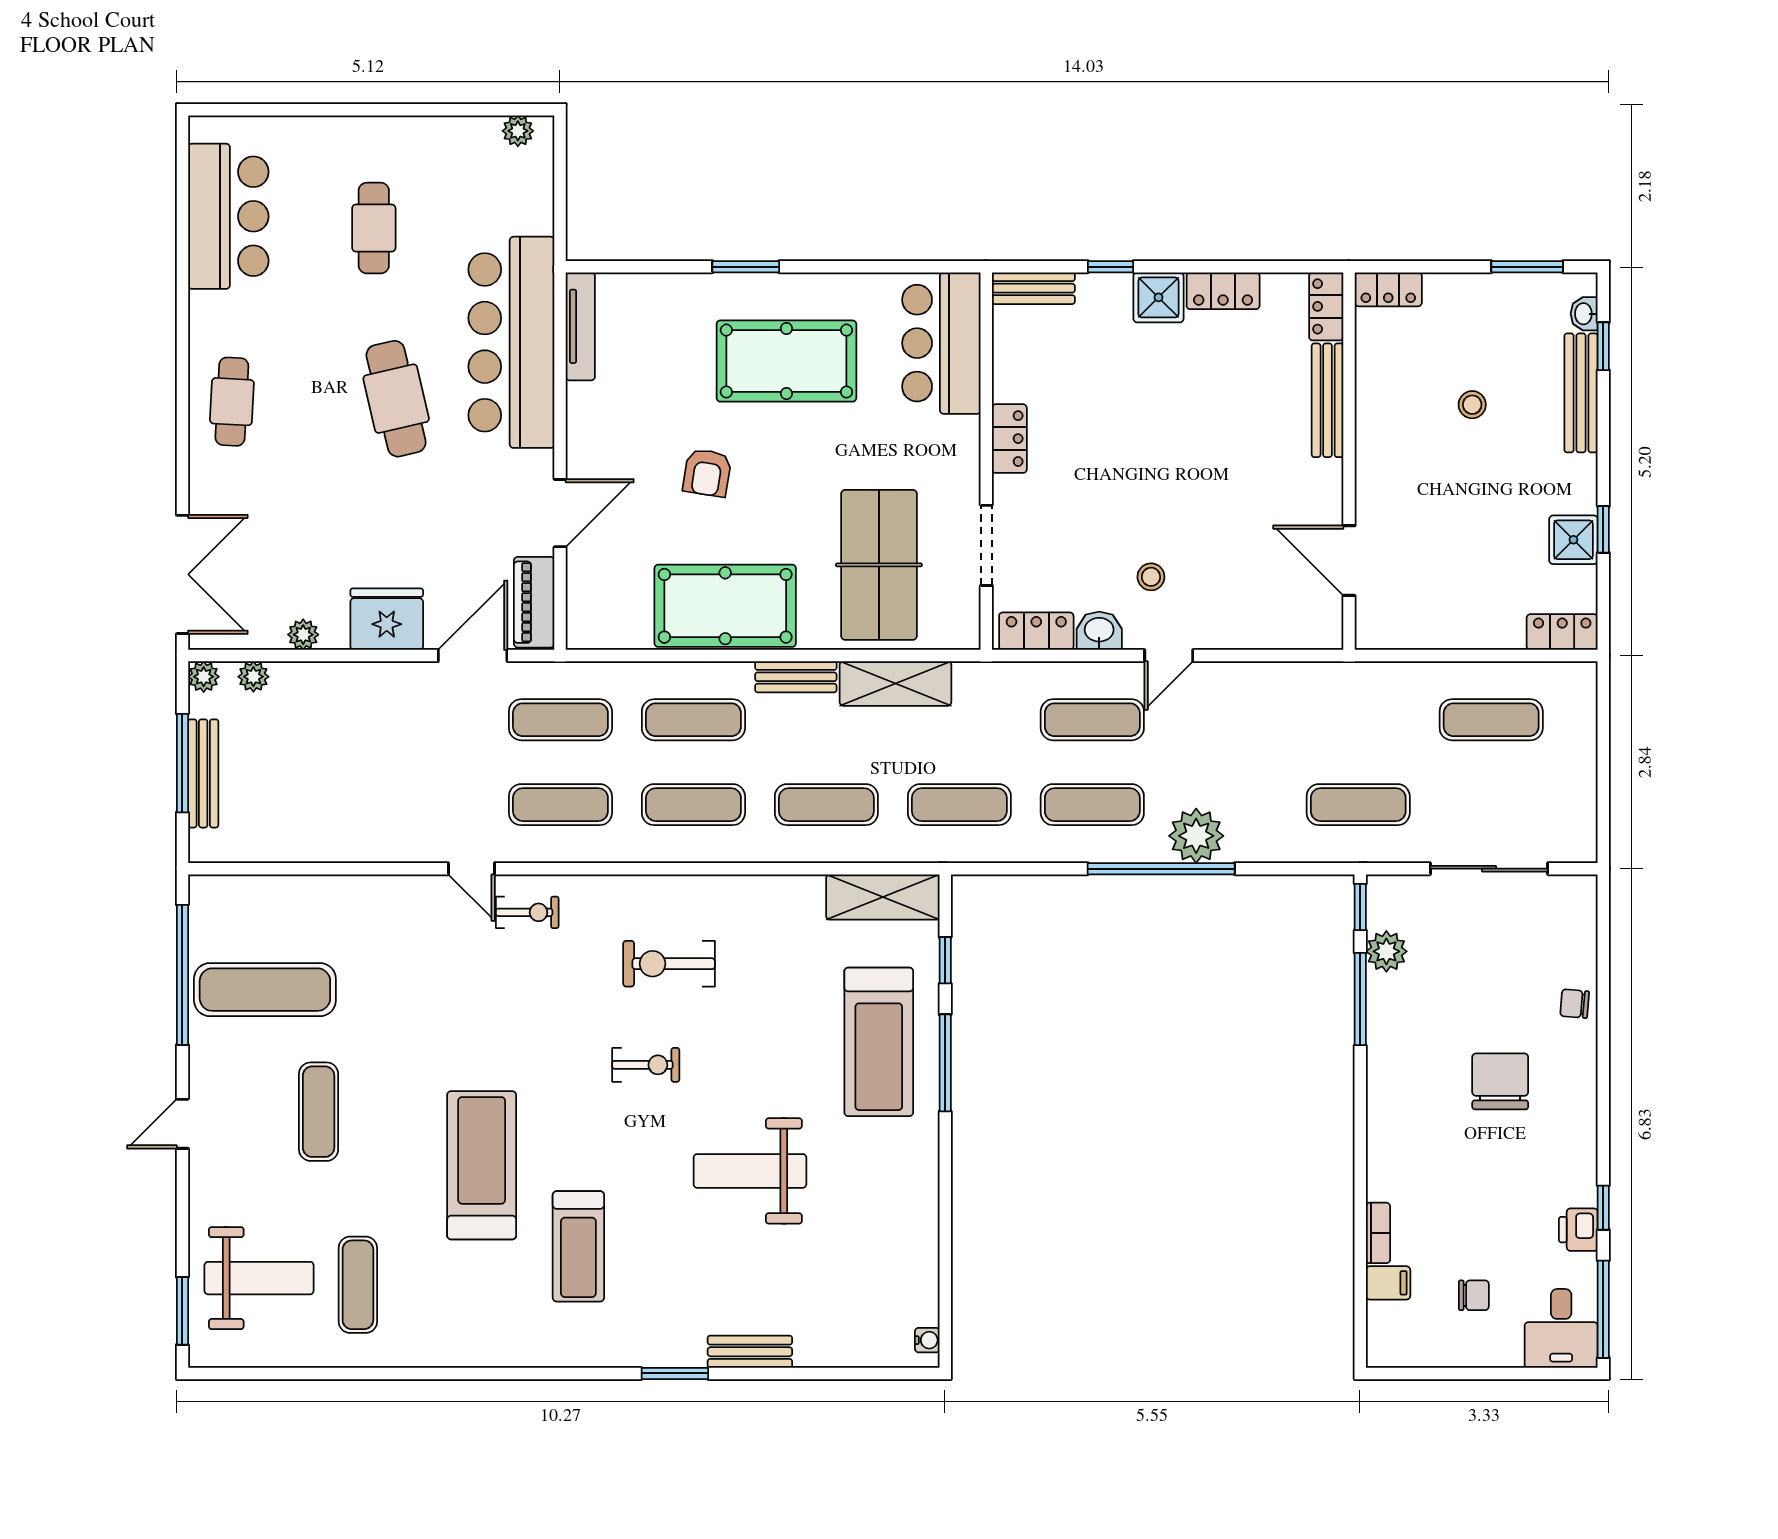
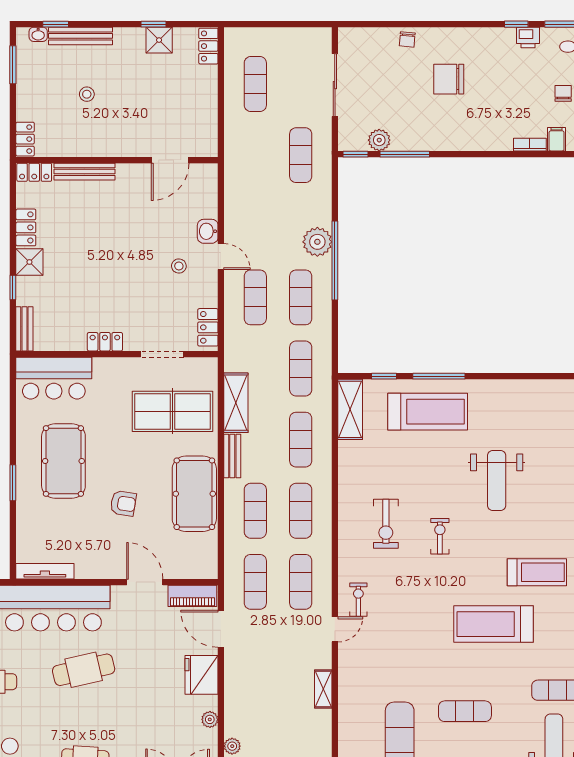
washbasin: (1099, 631) -> (208, 231), moved
shelving: (360, 847) -> (323, 689), added

